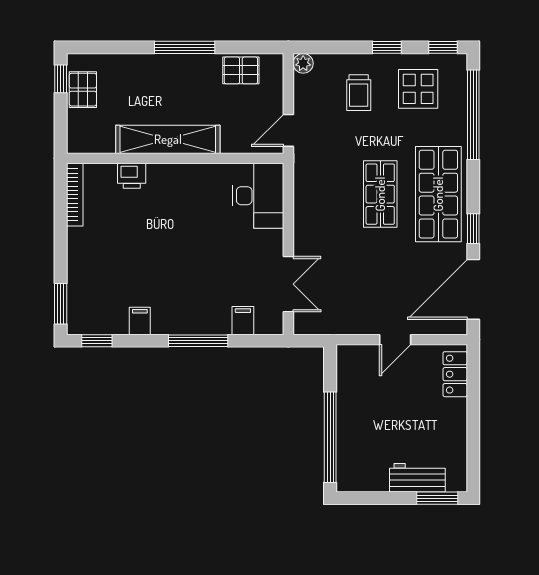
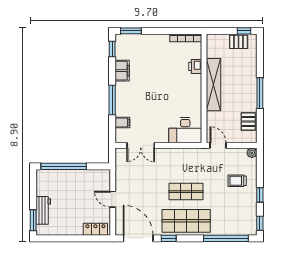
display table: (418, 89) -> (239, 211), removed
filing cabinet: (140, 321) -> (122, 71), width x2.00

